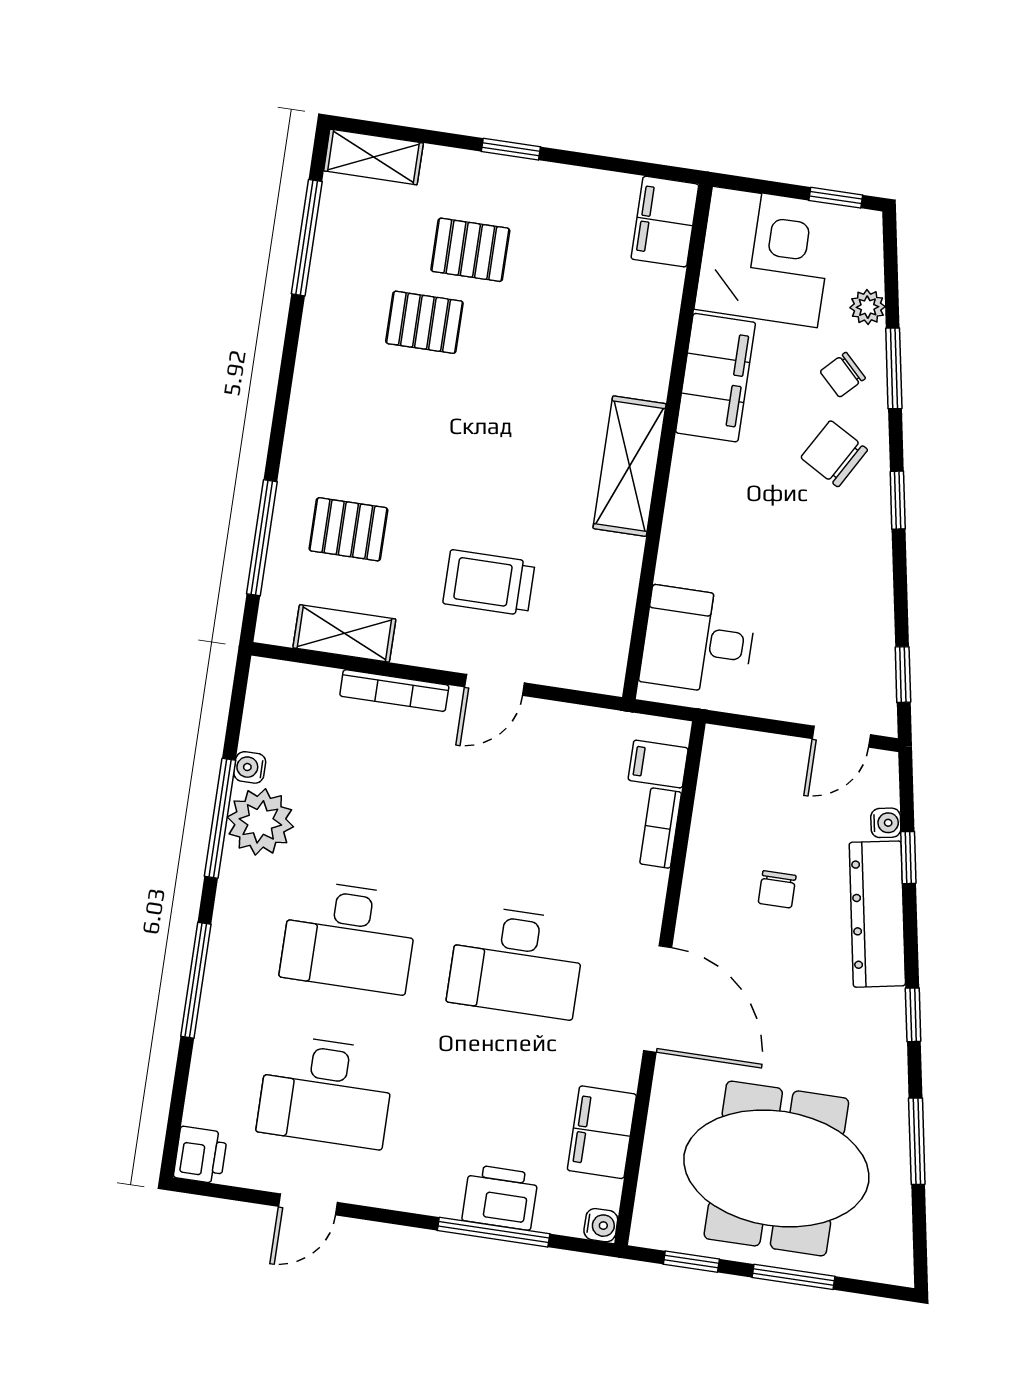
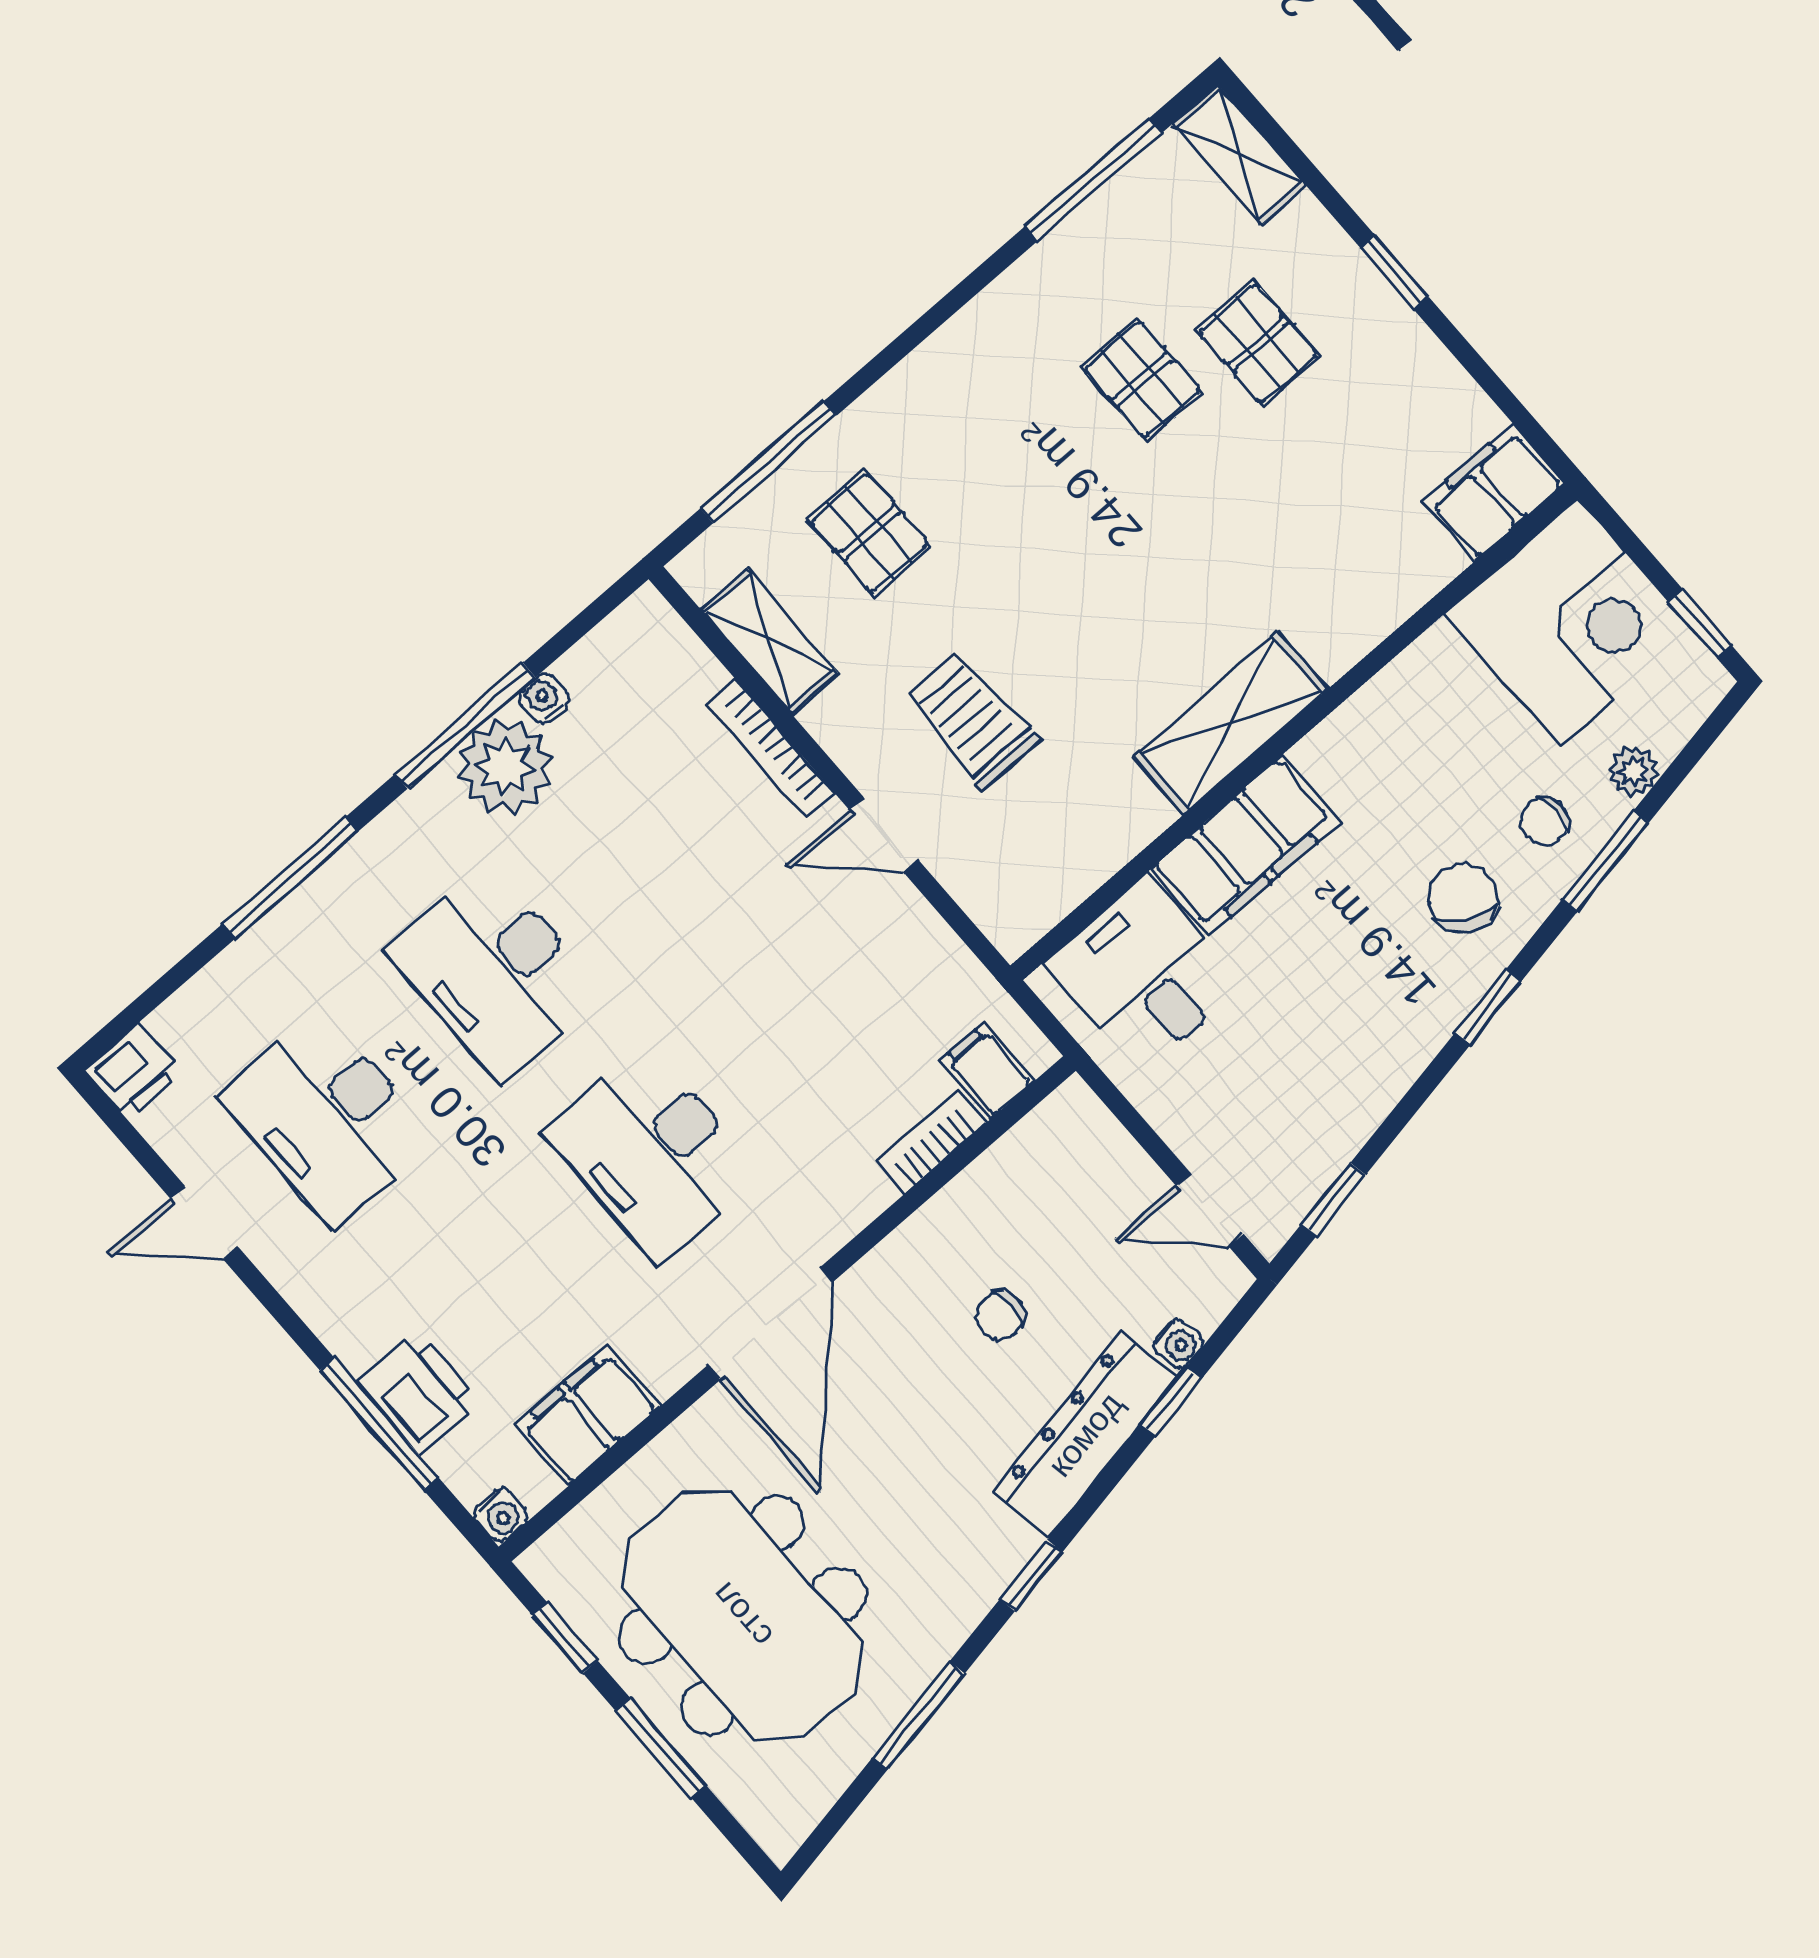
chair: (843, 375) -> (1544, 821), turned -45
filing cabinet: (716, 378) -> (1245, 846), moved

